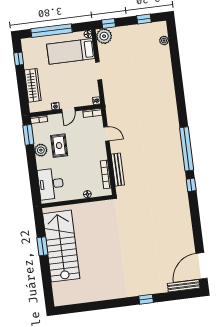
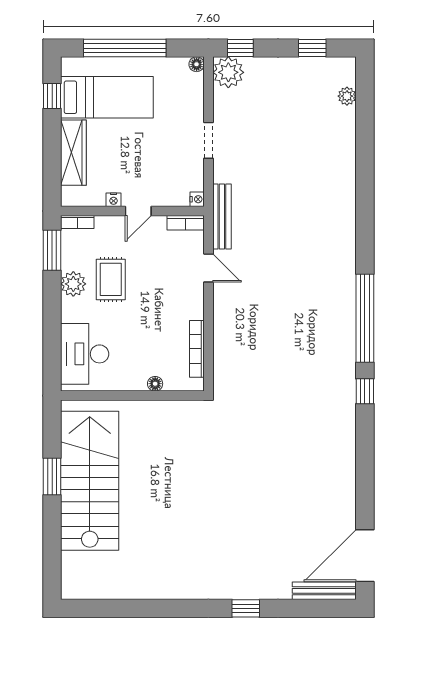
bed: (71, 51) -> (107, 97), moved, turned 180
bench: (118, 170) -> (222, 216), moved

